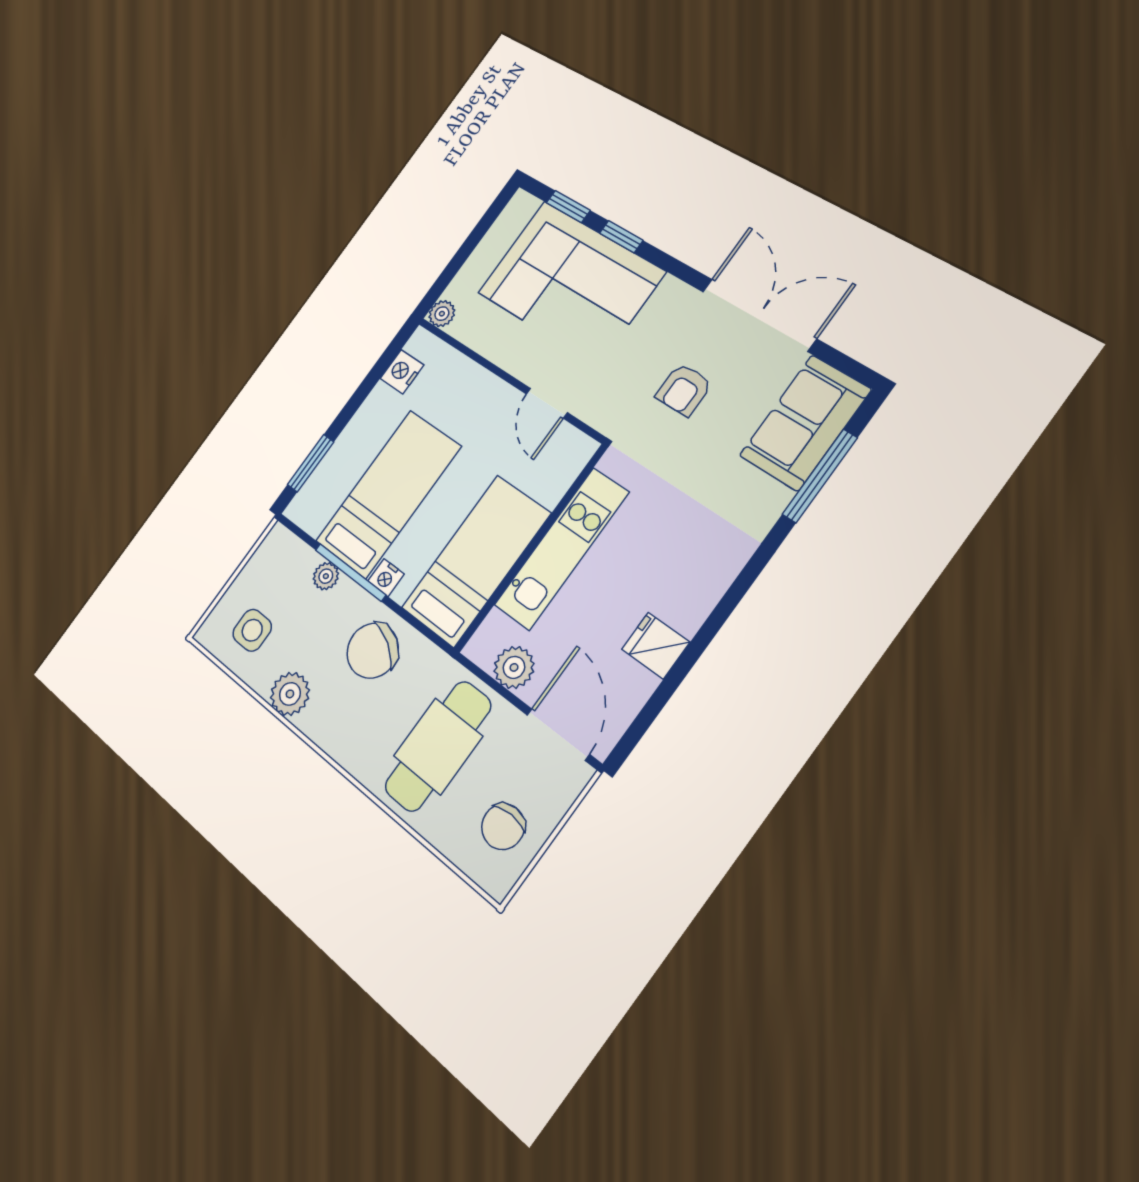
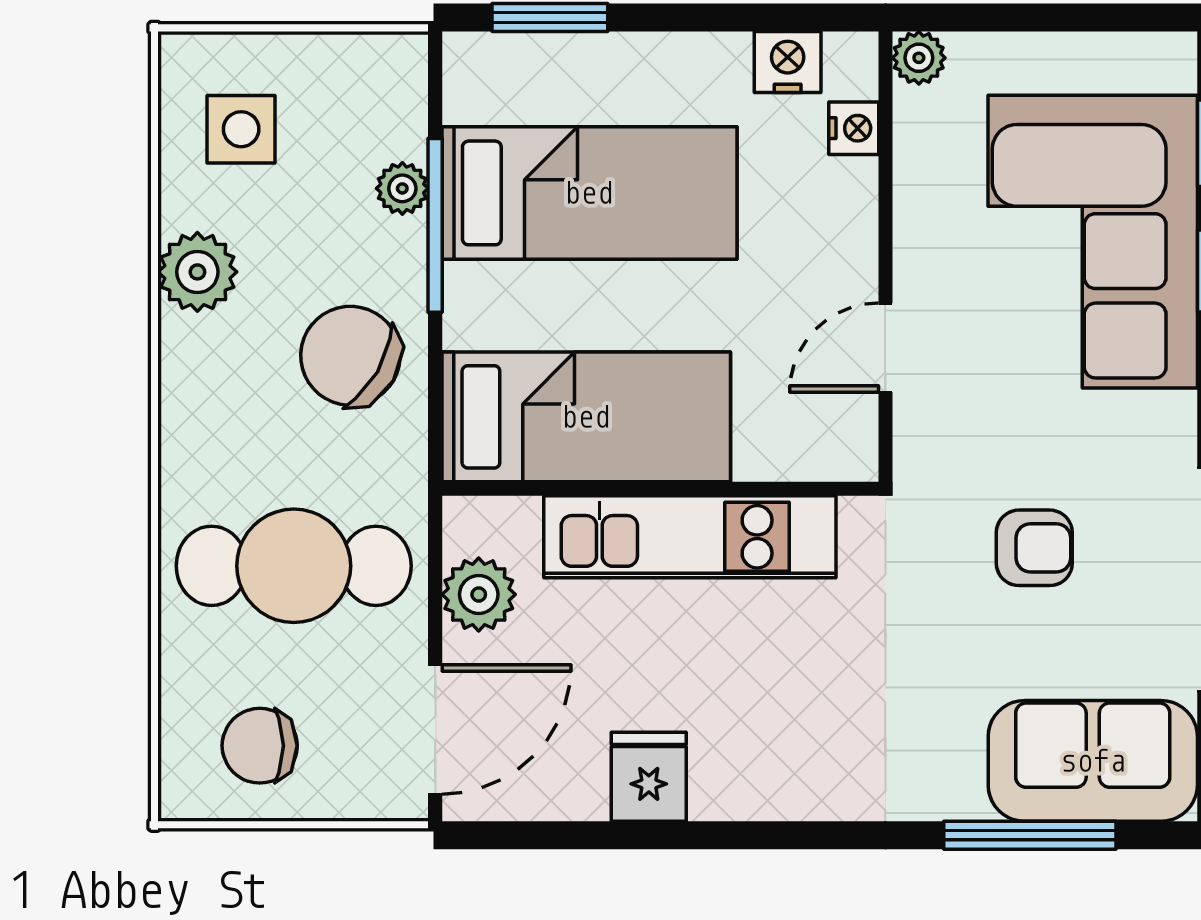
armchair: (684, 390) -> (1034, 548), turned 180
nightstand: (386, 578) -> (854, 128), moved, turned 180

